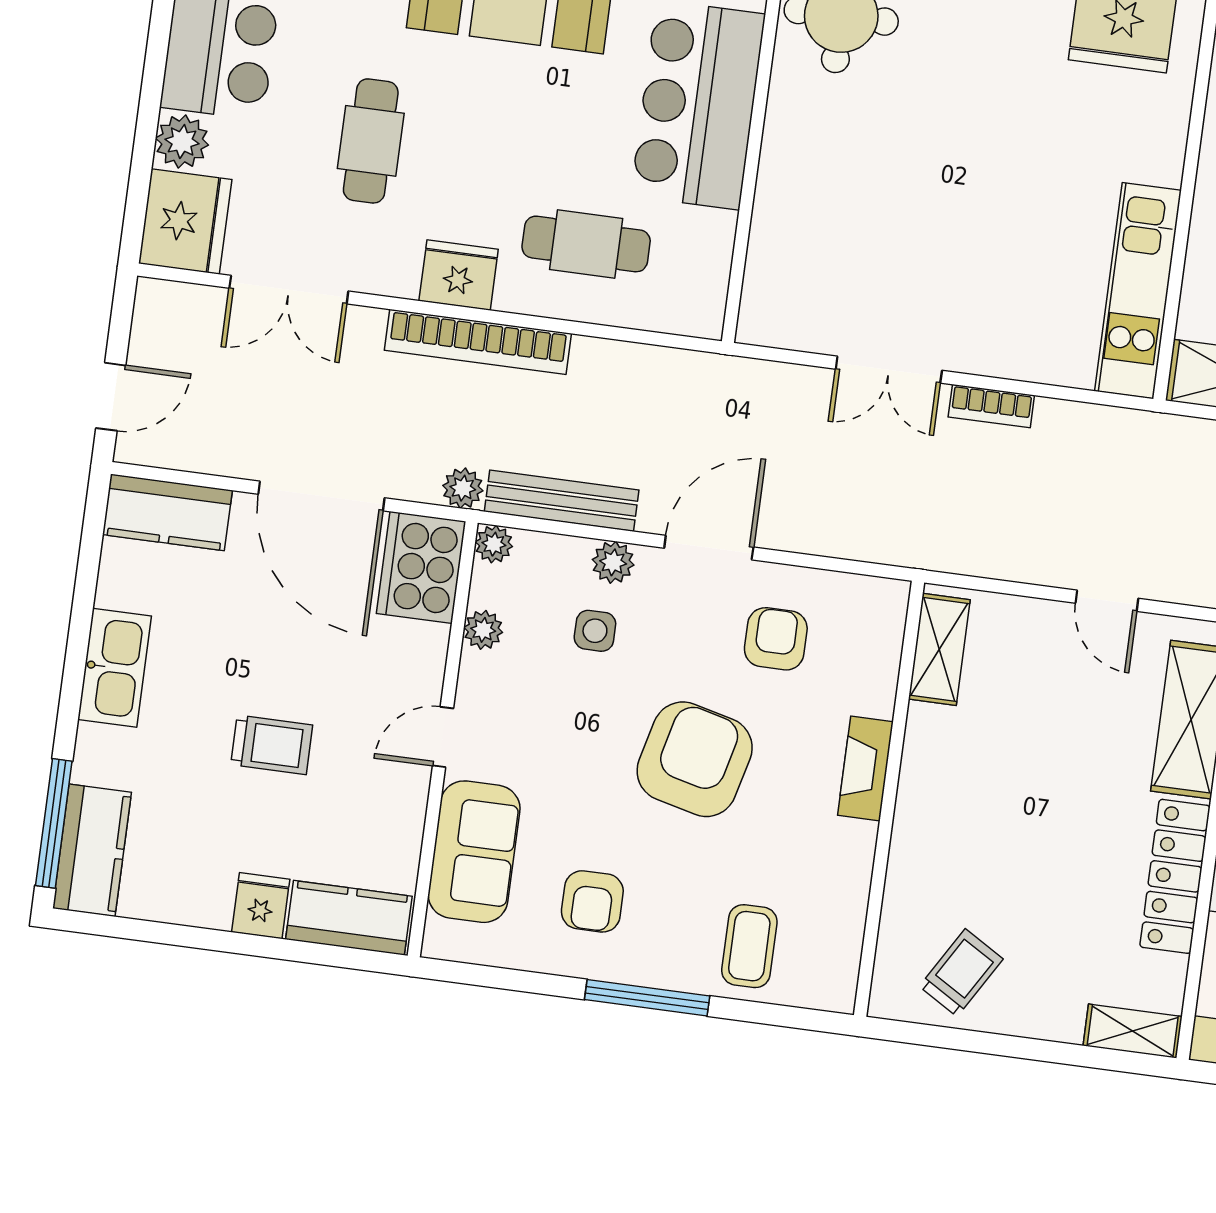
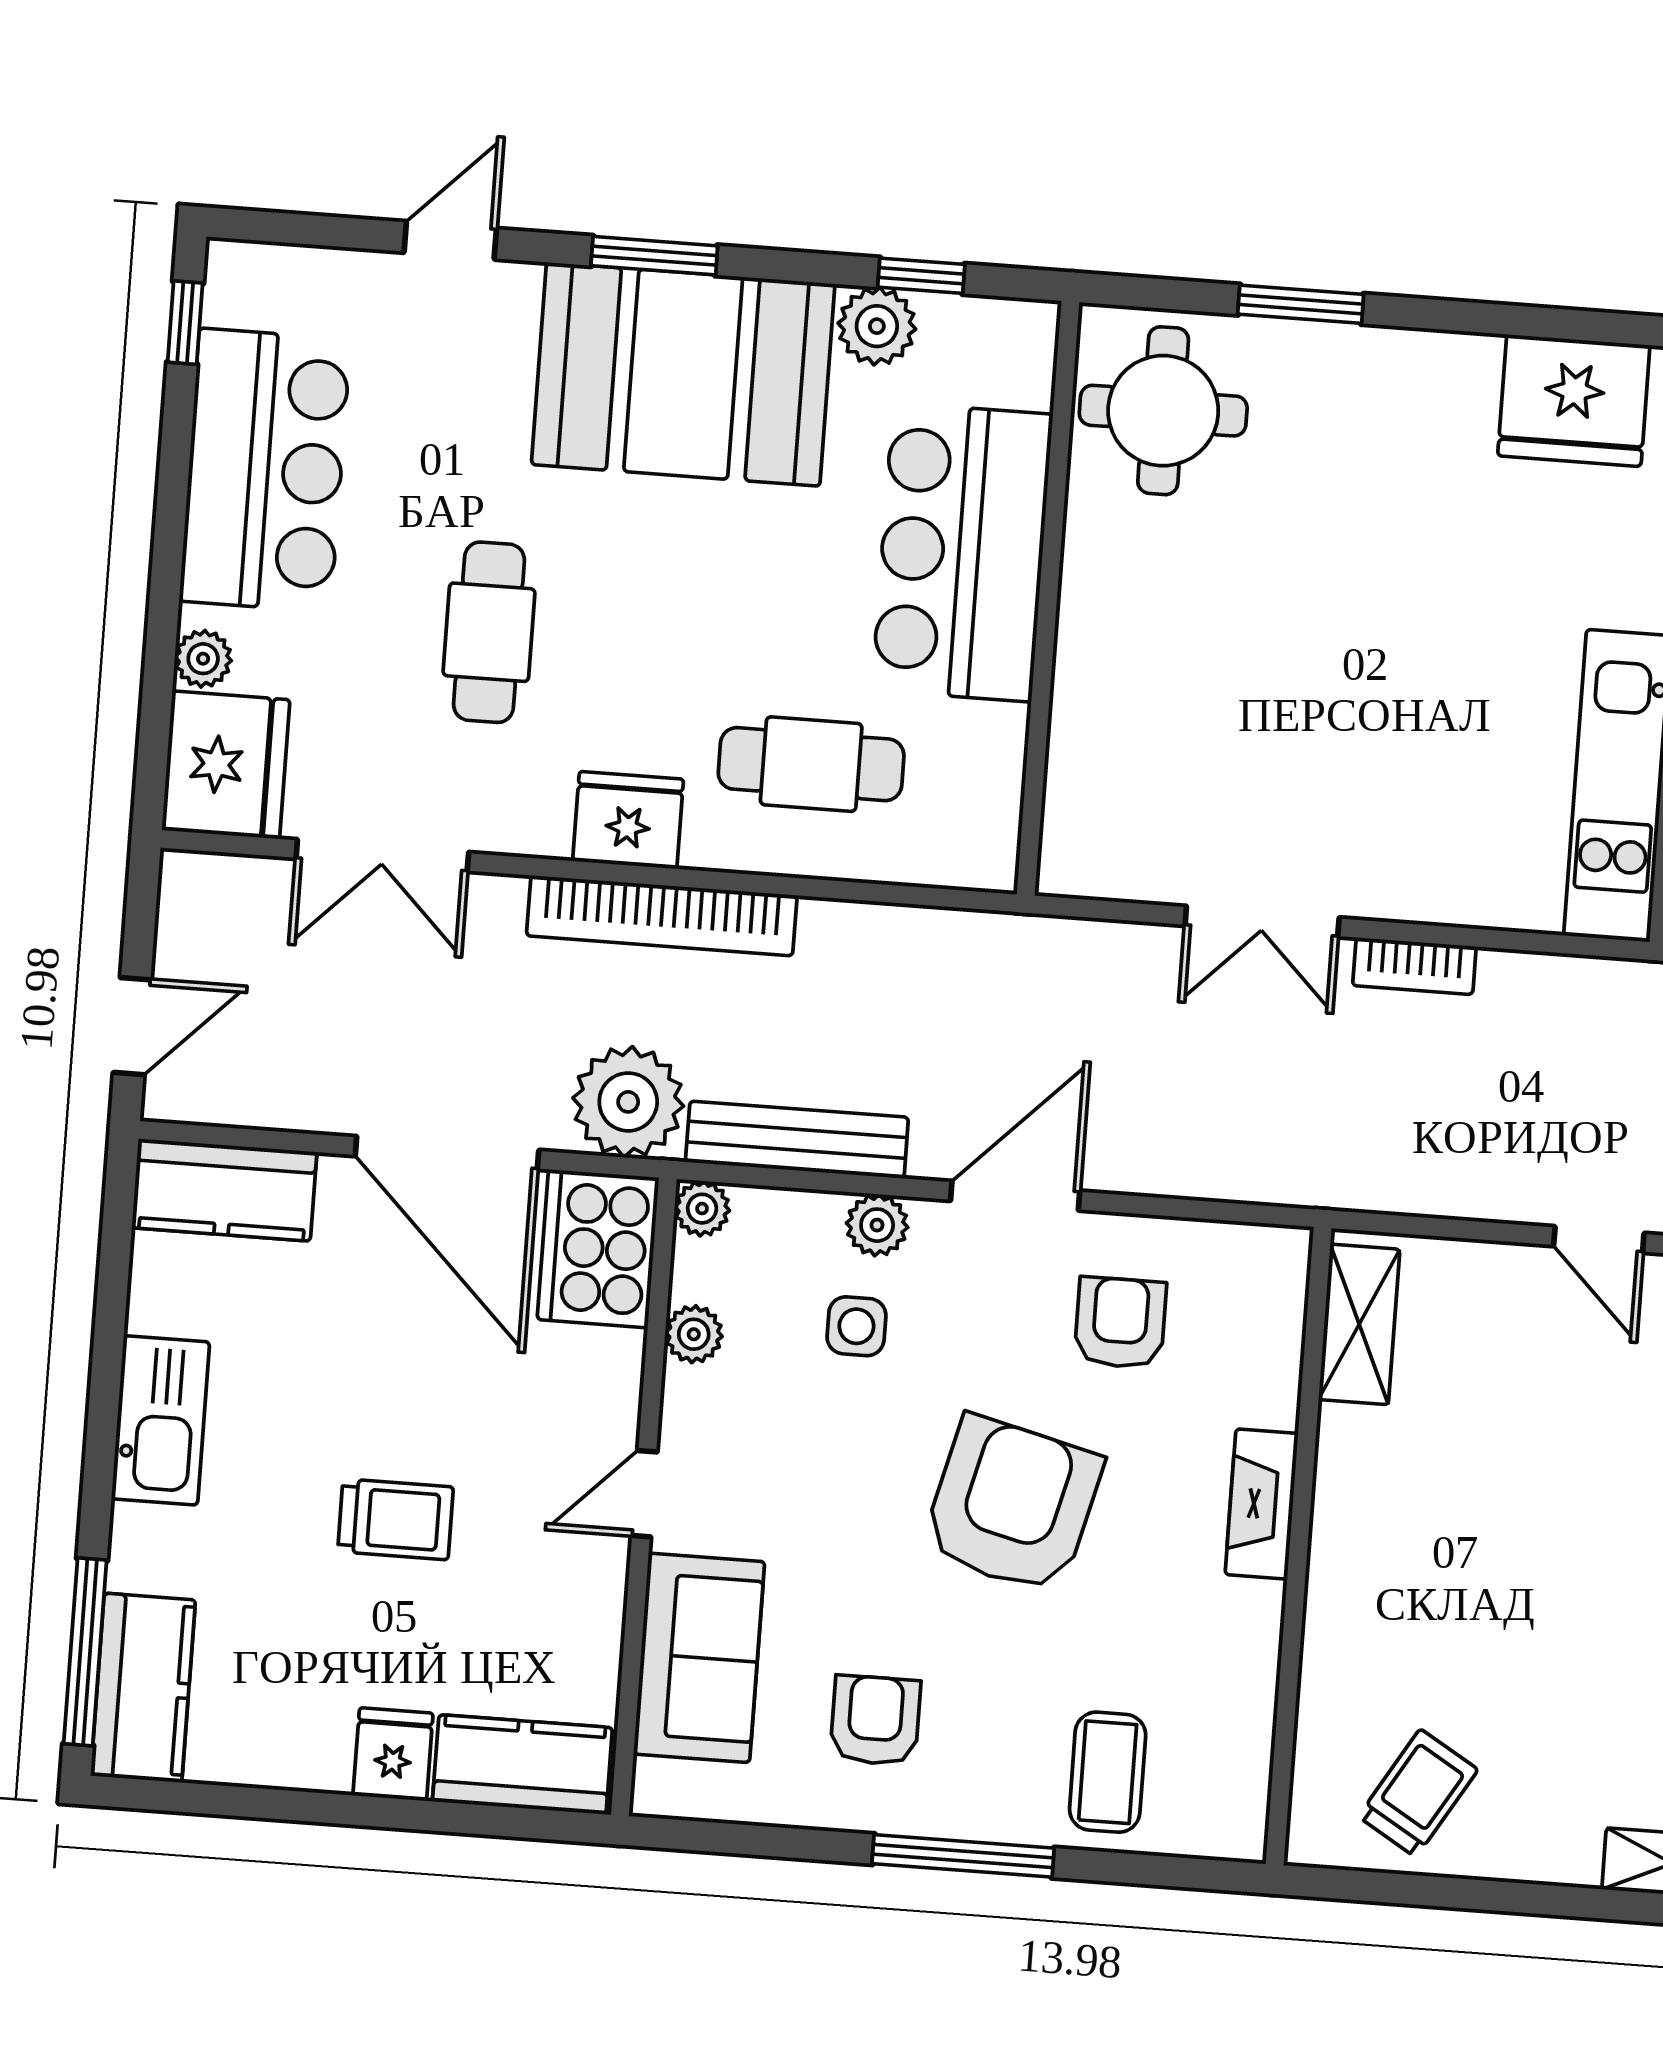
plant: (182, 141) -> (203, 659), width x0.73, depth x0.73
plant: (463, 488) -> (628, 1102), width x1.88, depth x1.88
armchair: (592, 901) -> (875, 1720), turned 180

